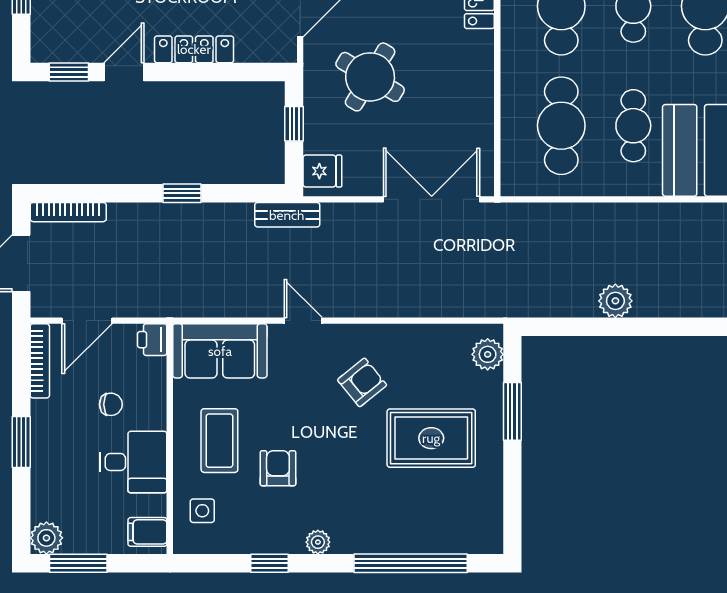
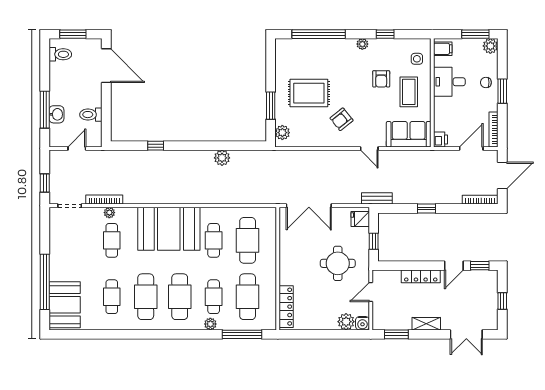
round table: (370, 77) -> (338, 263), turned -31
chair: (111, 404) -> (486, 82), moved

